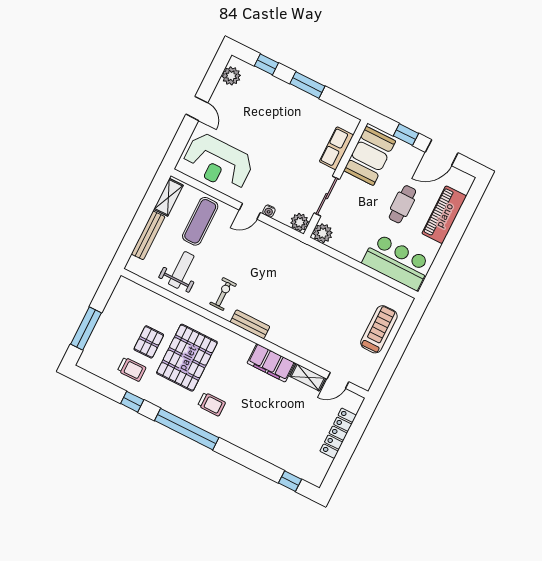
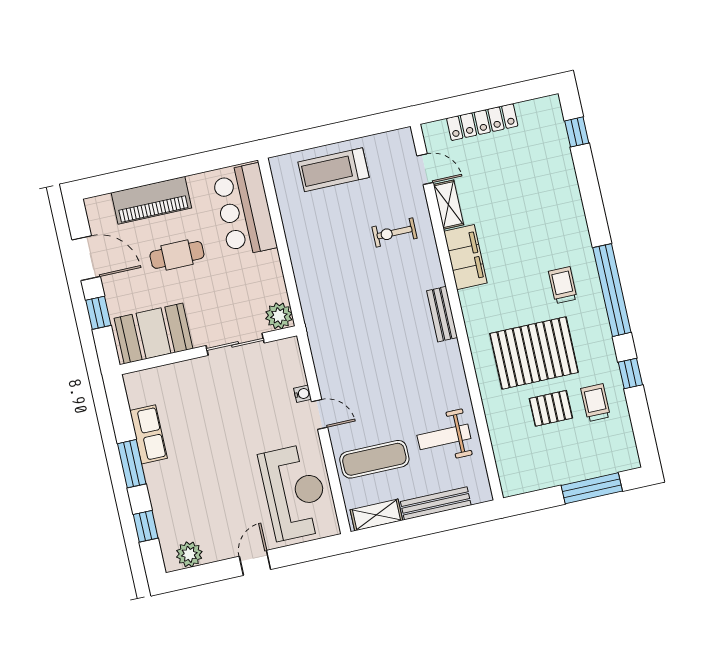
row of seats: (336, 148) -> (148, 434), moved, turned -90
plant: (300, 222) -> (288, 351), removed
exercise bike: (223, 294) -> (394, 233), moved

